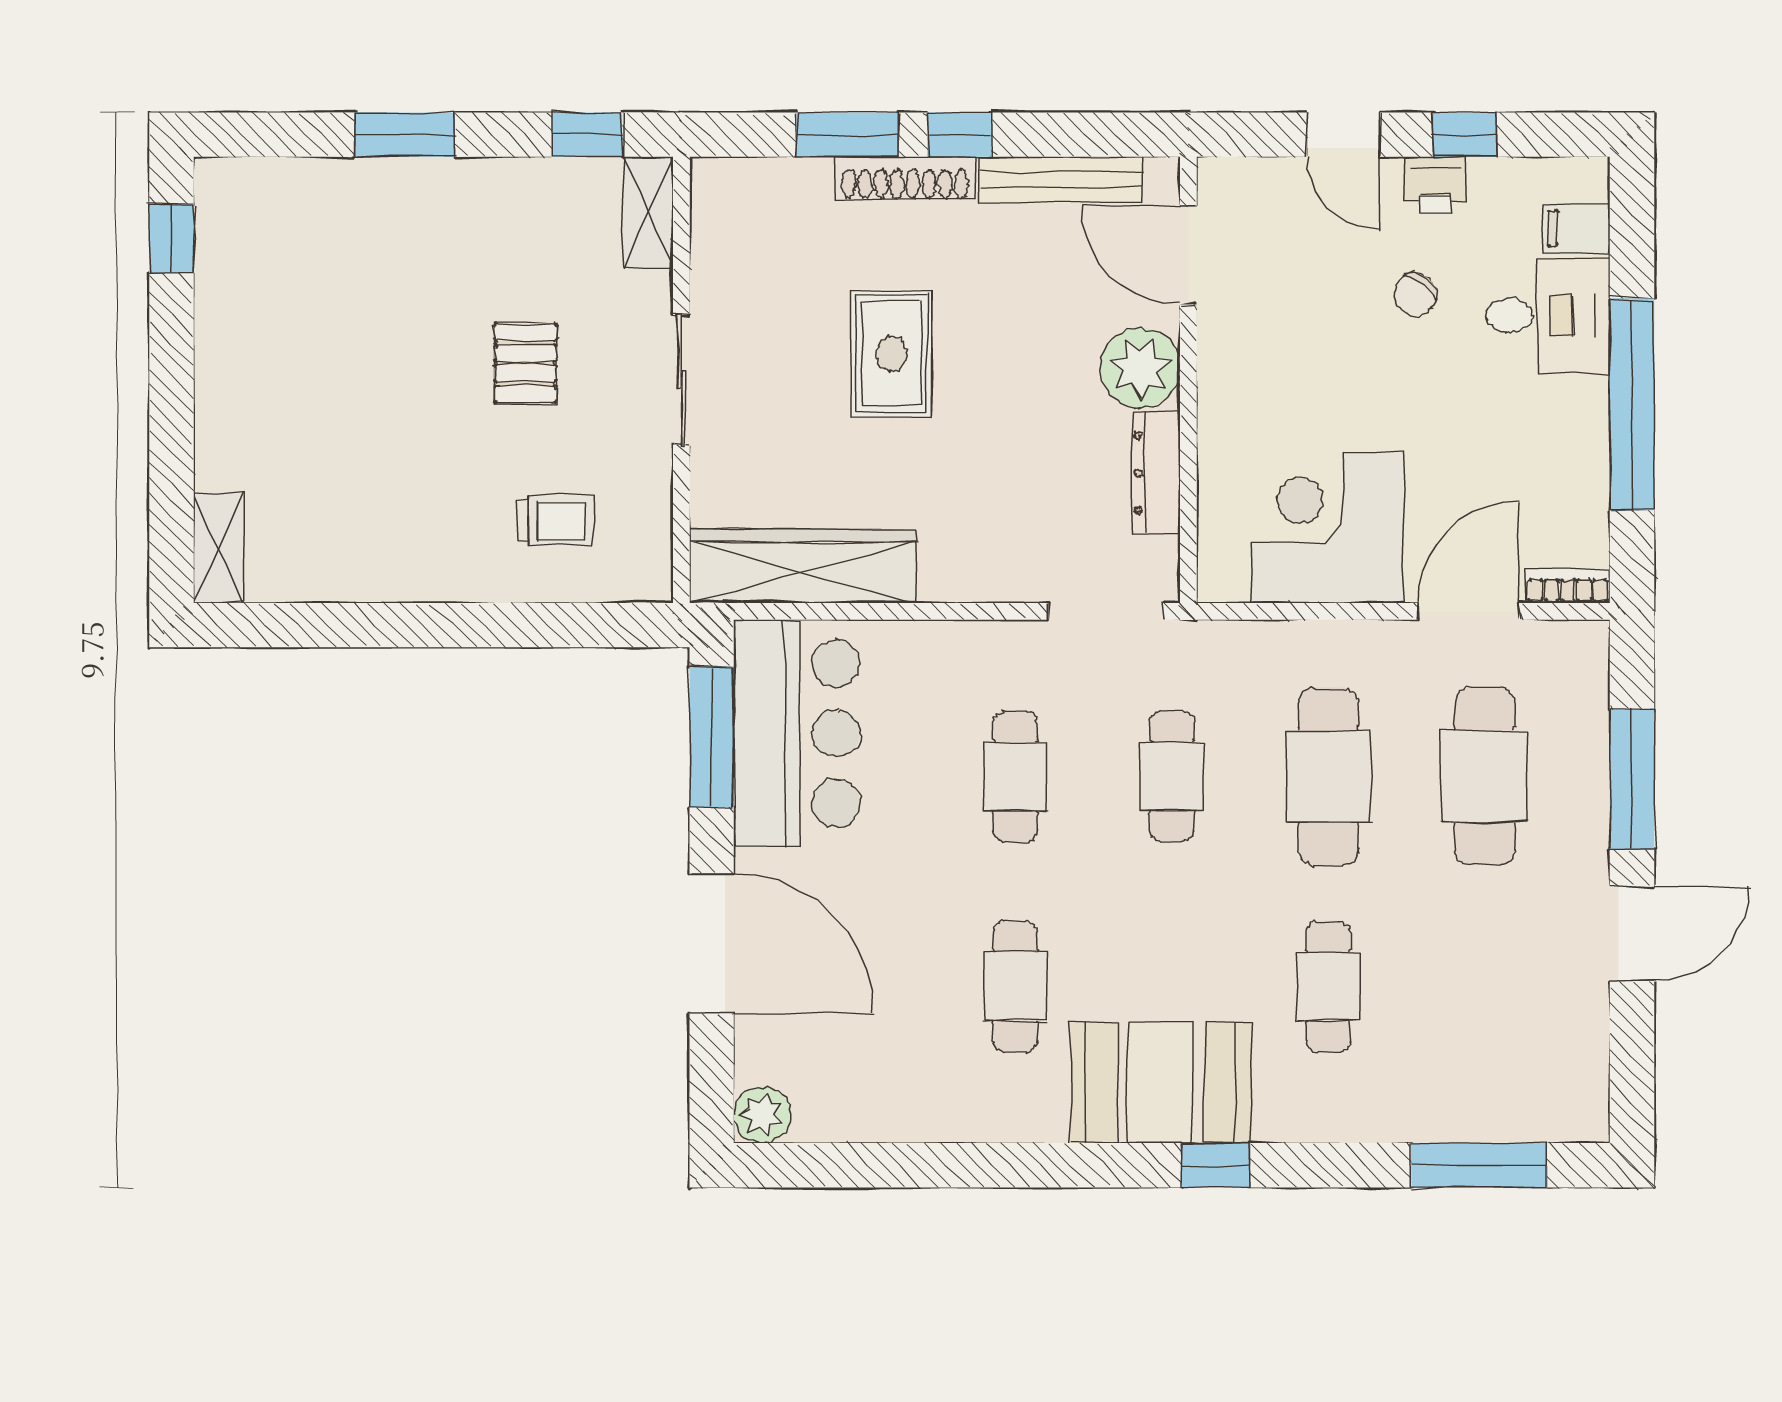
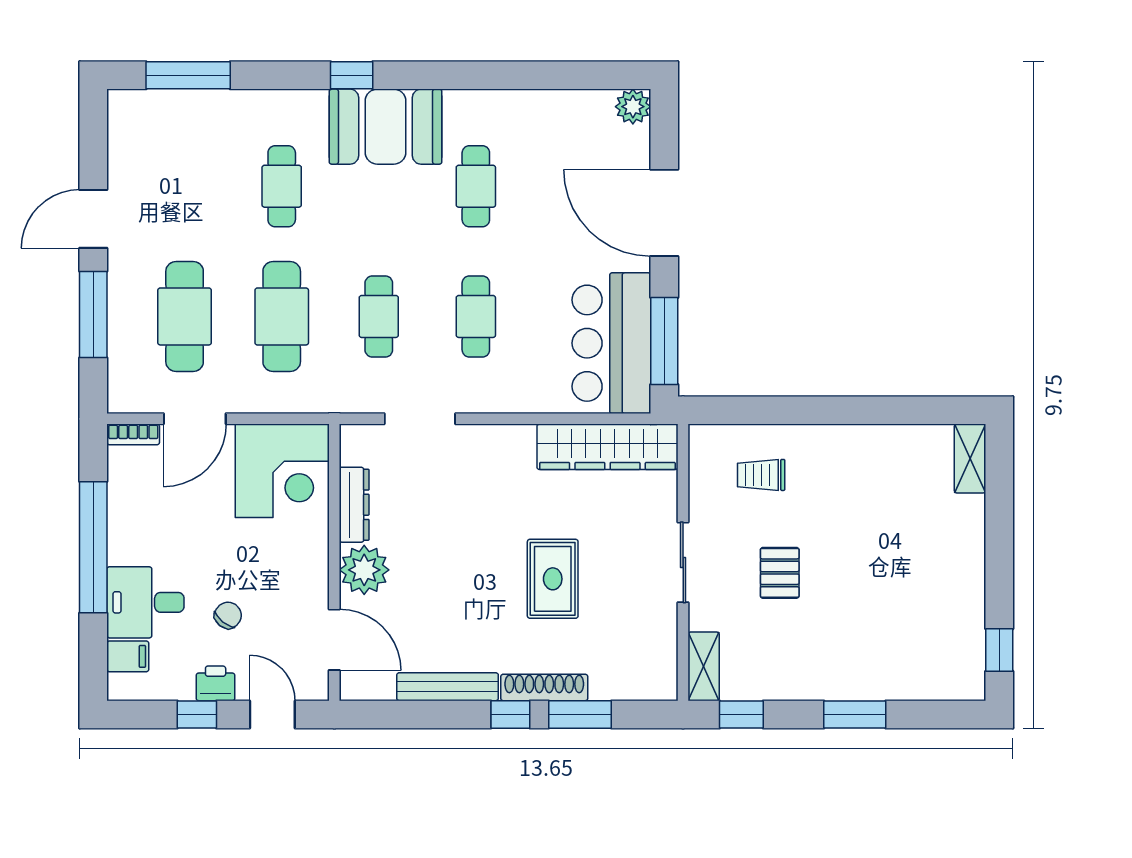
door: (1188, 255) -> (334, 640), moved
plant: (1140, 368) -> (364, 570), moved
wall: (1188, 380) -> (334, 562), moved
dresser: (1156, 473) -> (354, 505), moved

